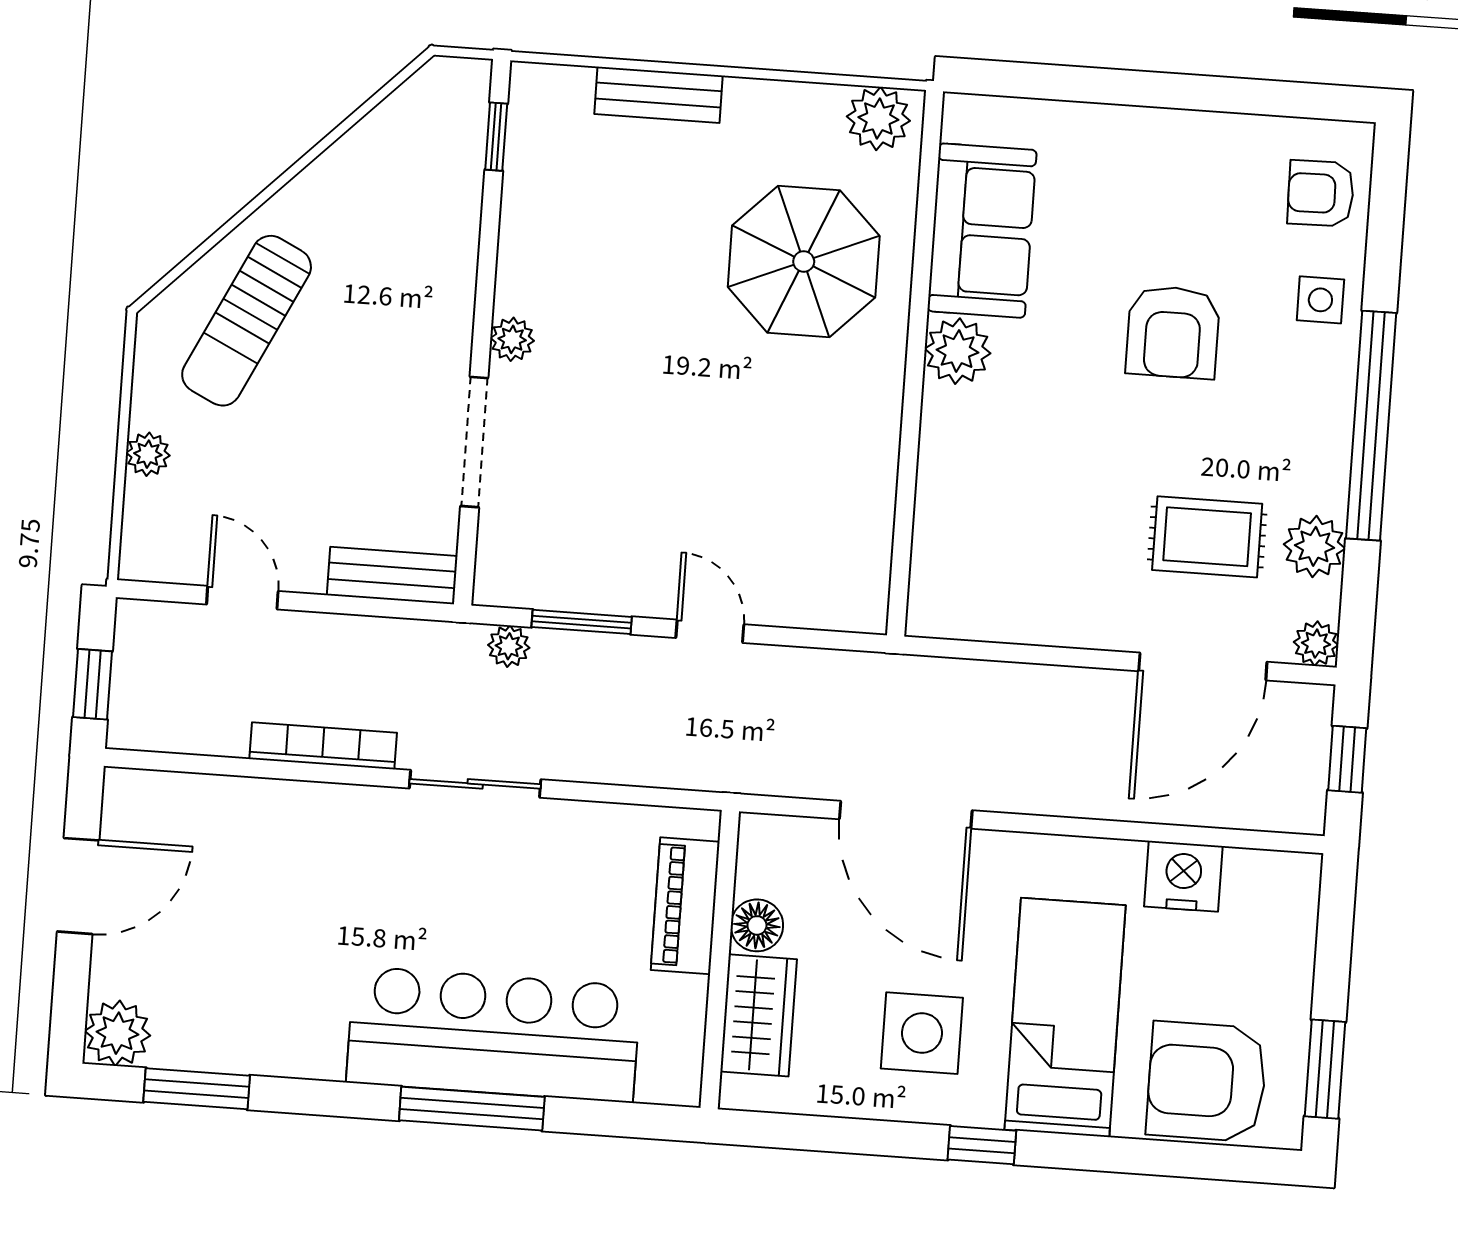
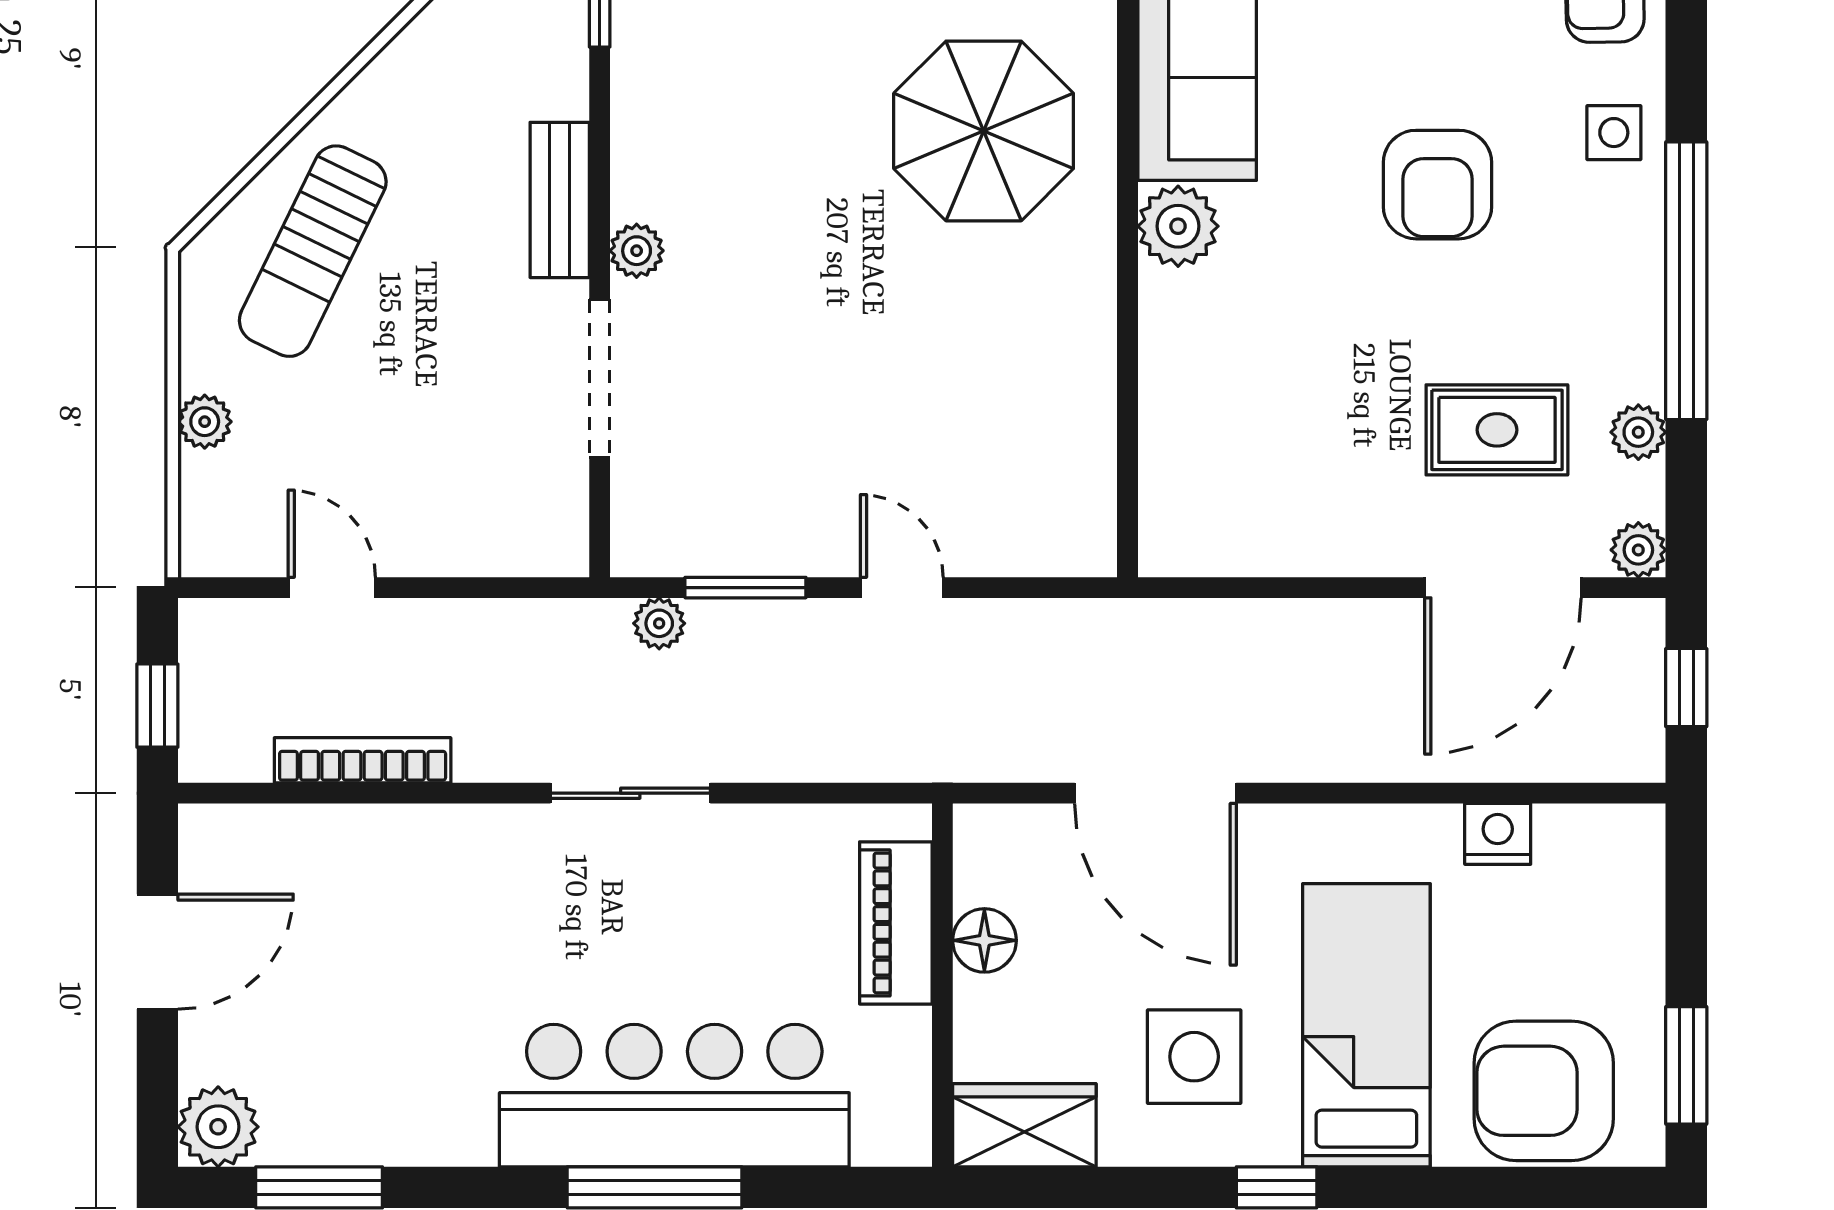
plant: (1314, 546) -> (1638, 432), width x0.73, depth x0.73
bench: (392, 575) -> (560, 200), moved, turned 90
bookcase: (323, 746) -> (363, 760), moved
nightstand: (1183, 876) -> (1498, 834), width x0.74, depth x0.75
wardrobe: (759, 1015) -> (1024, 1125), moved, turned -90

